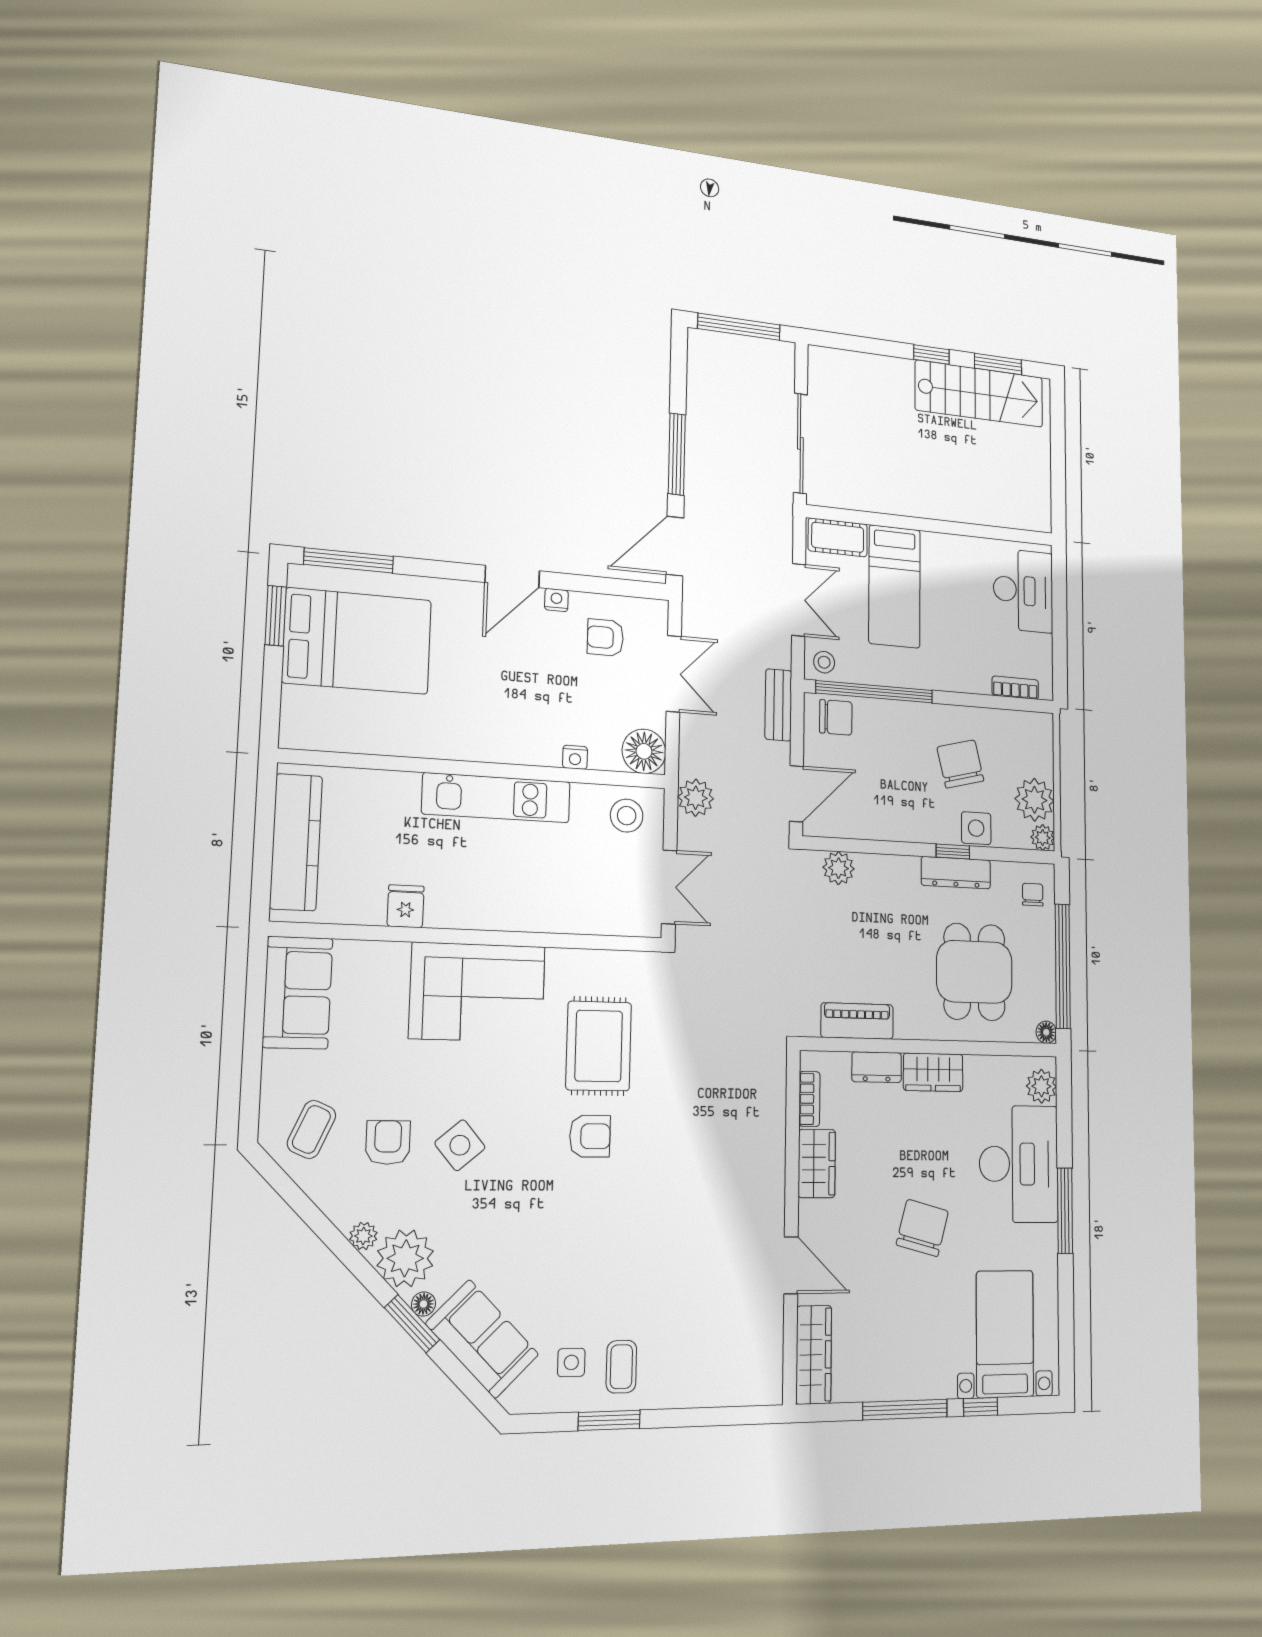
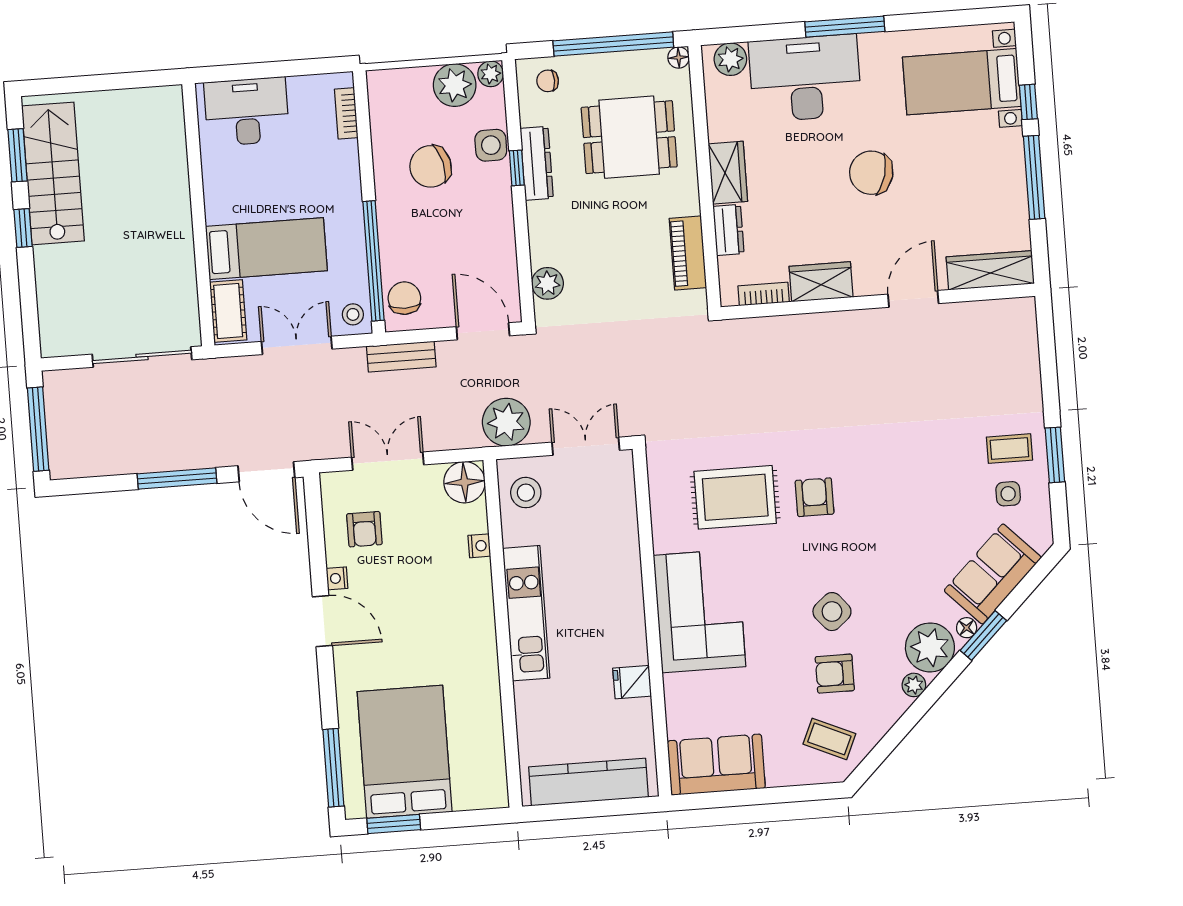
plant: (696, 798) -> (506, 422), width x1.36, depth x1.36

